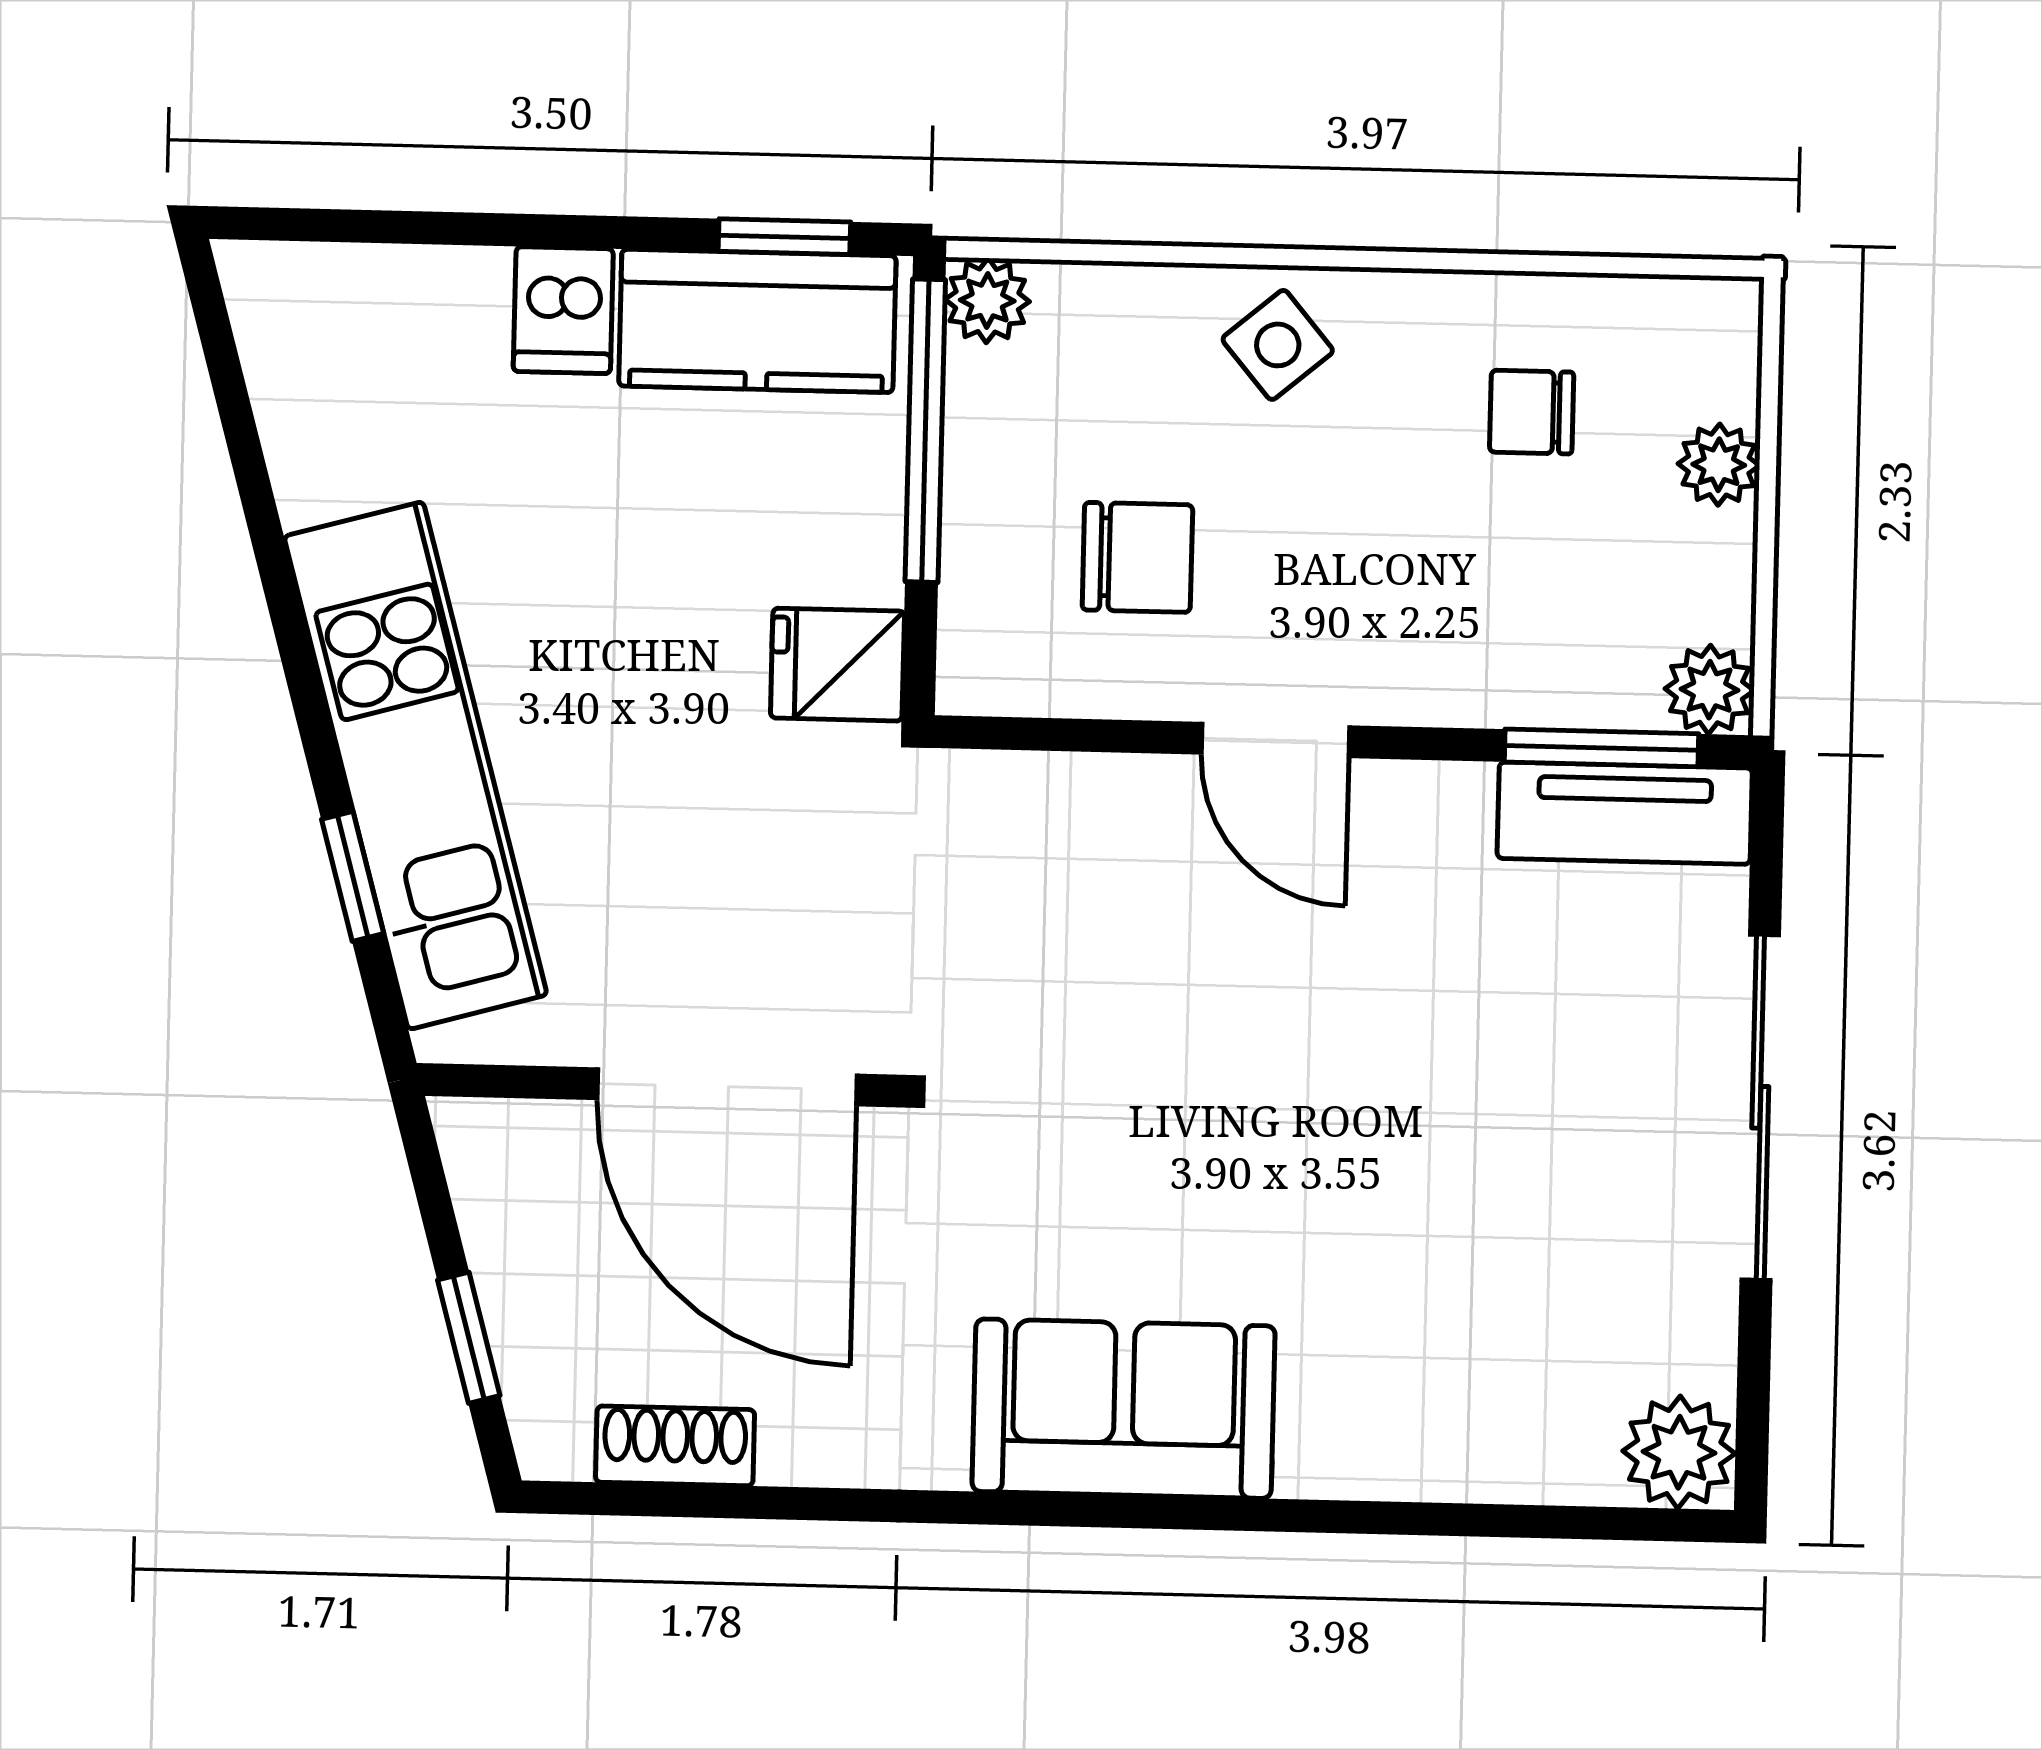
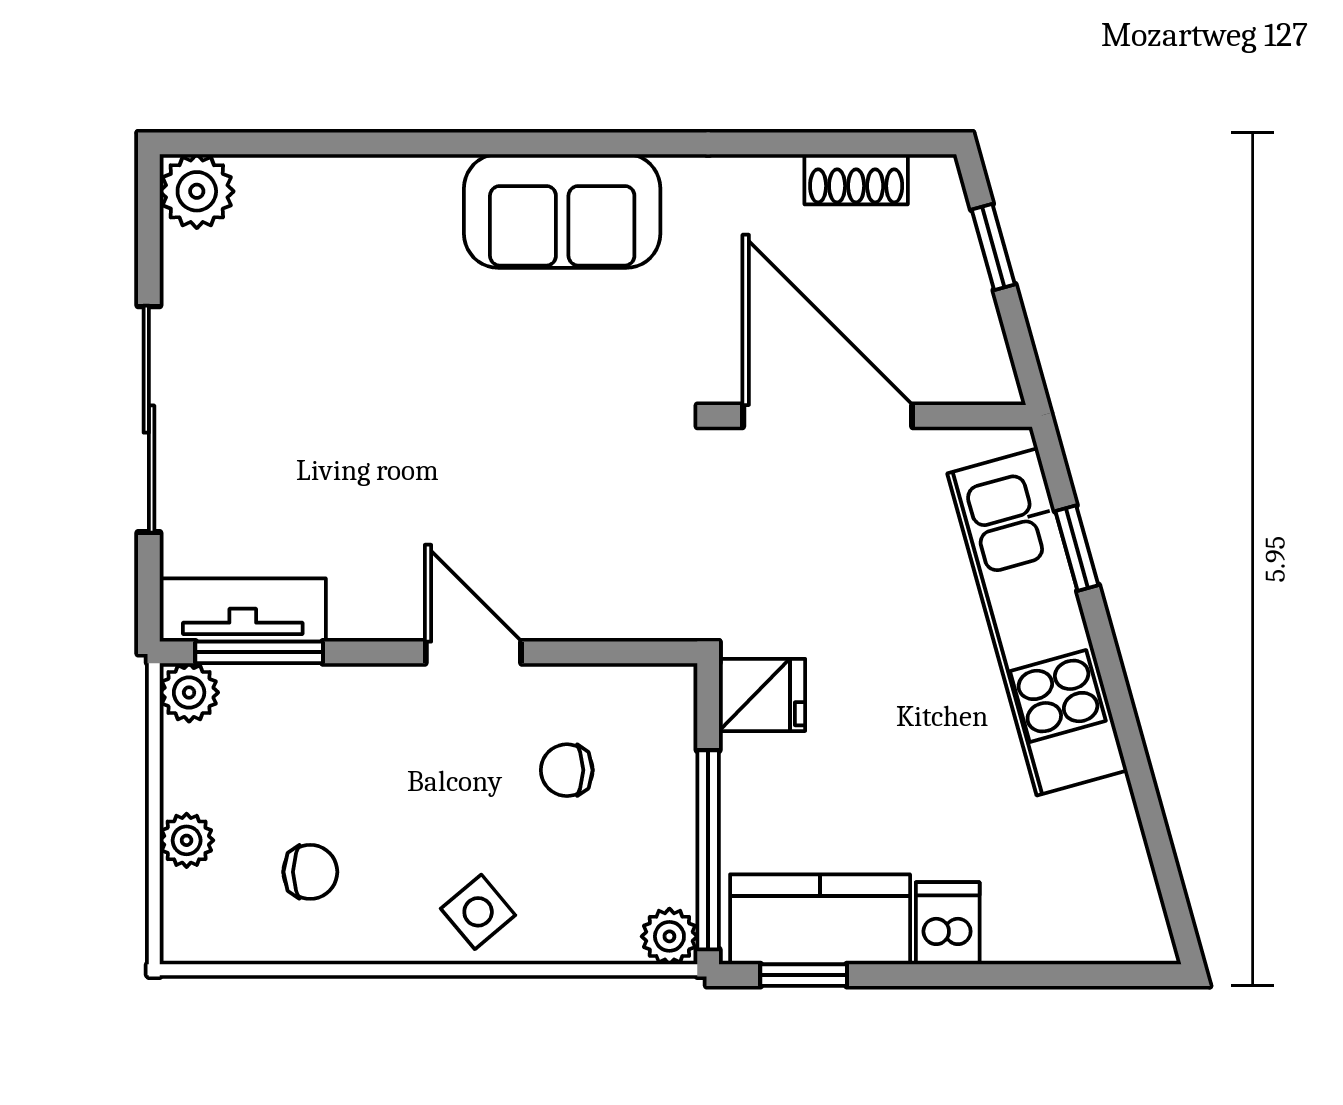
chair: (1137, 557) -> (567, 770), width x0.73, depth x0.73

